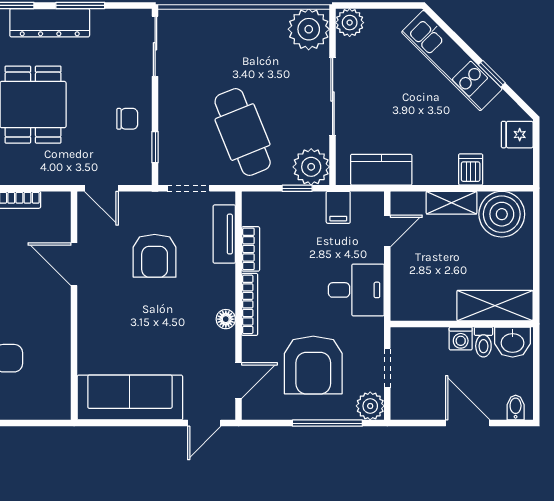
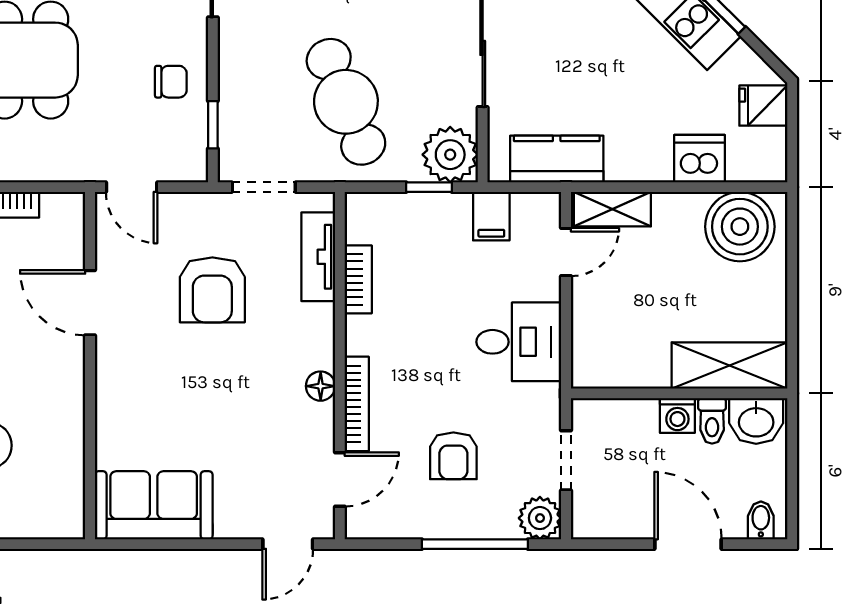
dishwasher: (471, 169) -> (699, 159), width x1.38
shelving: (451, 203) -> (612, 209), moved
bookcase: (250, 304) -> (357, 404), moved
armchair: (313, 365) -> (453, 456), width x0.53, depth x0.53
sofa: (130, 398) -> (154, 505), width x0.73

